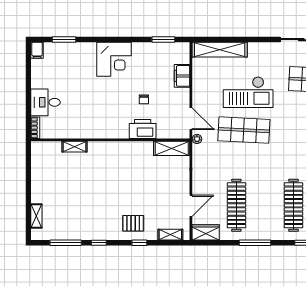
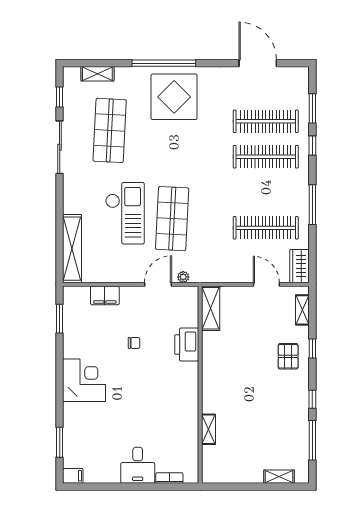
printer: (143, 129) -> (187, 345), moved
wall: (110, 140) -> (200, 385), moved
shelving: (75, 147) -> (209, 429), moved
shelving: (172, 148) -> (211, 308), moved

